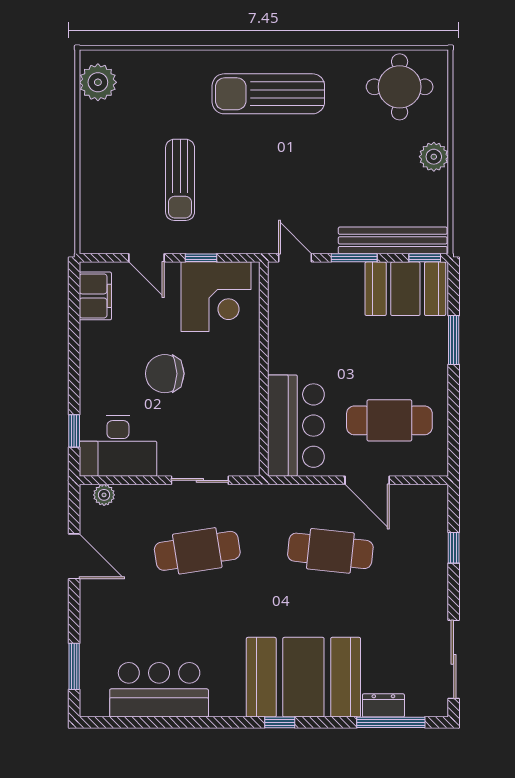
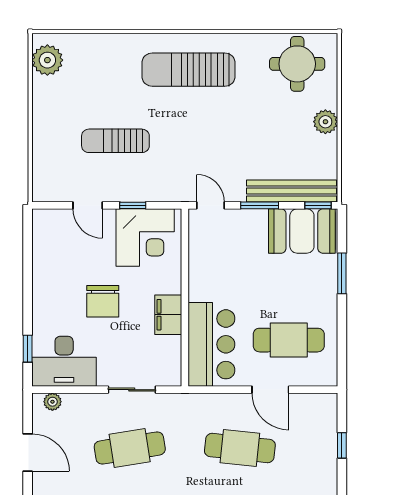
sun lounger: (180, 180) -> (115, 141), turned 90
filing cabinet: (95, 296) -> (168, 315), moved, turned 180
chair: (165, 374) -> (103, 301), turned -90

